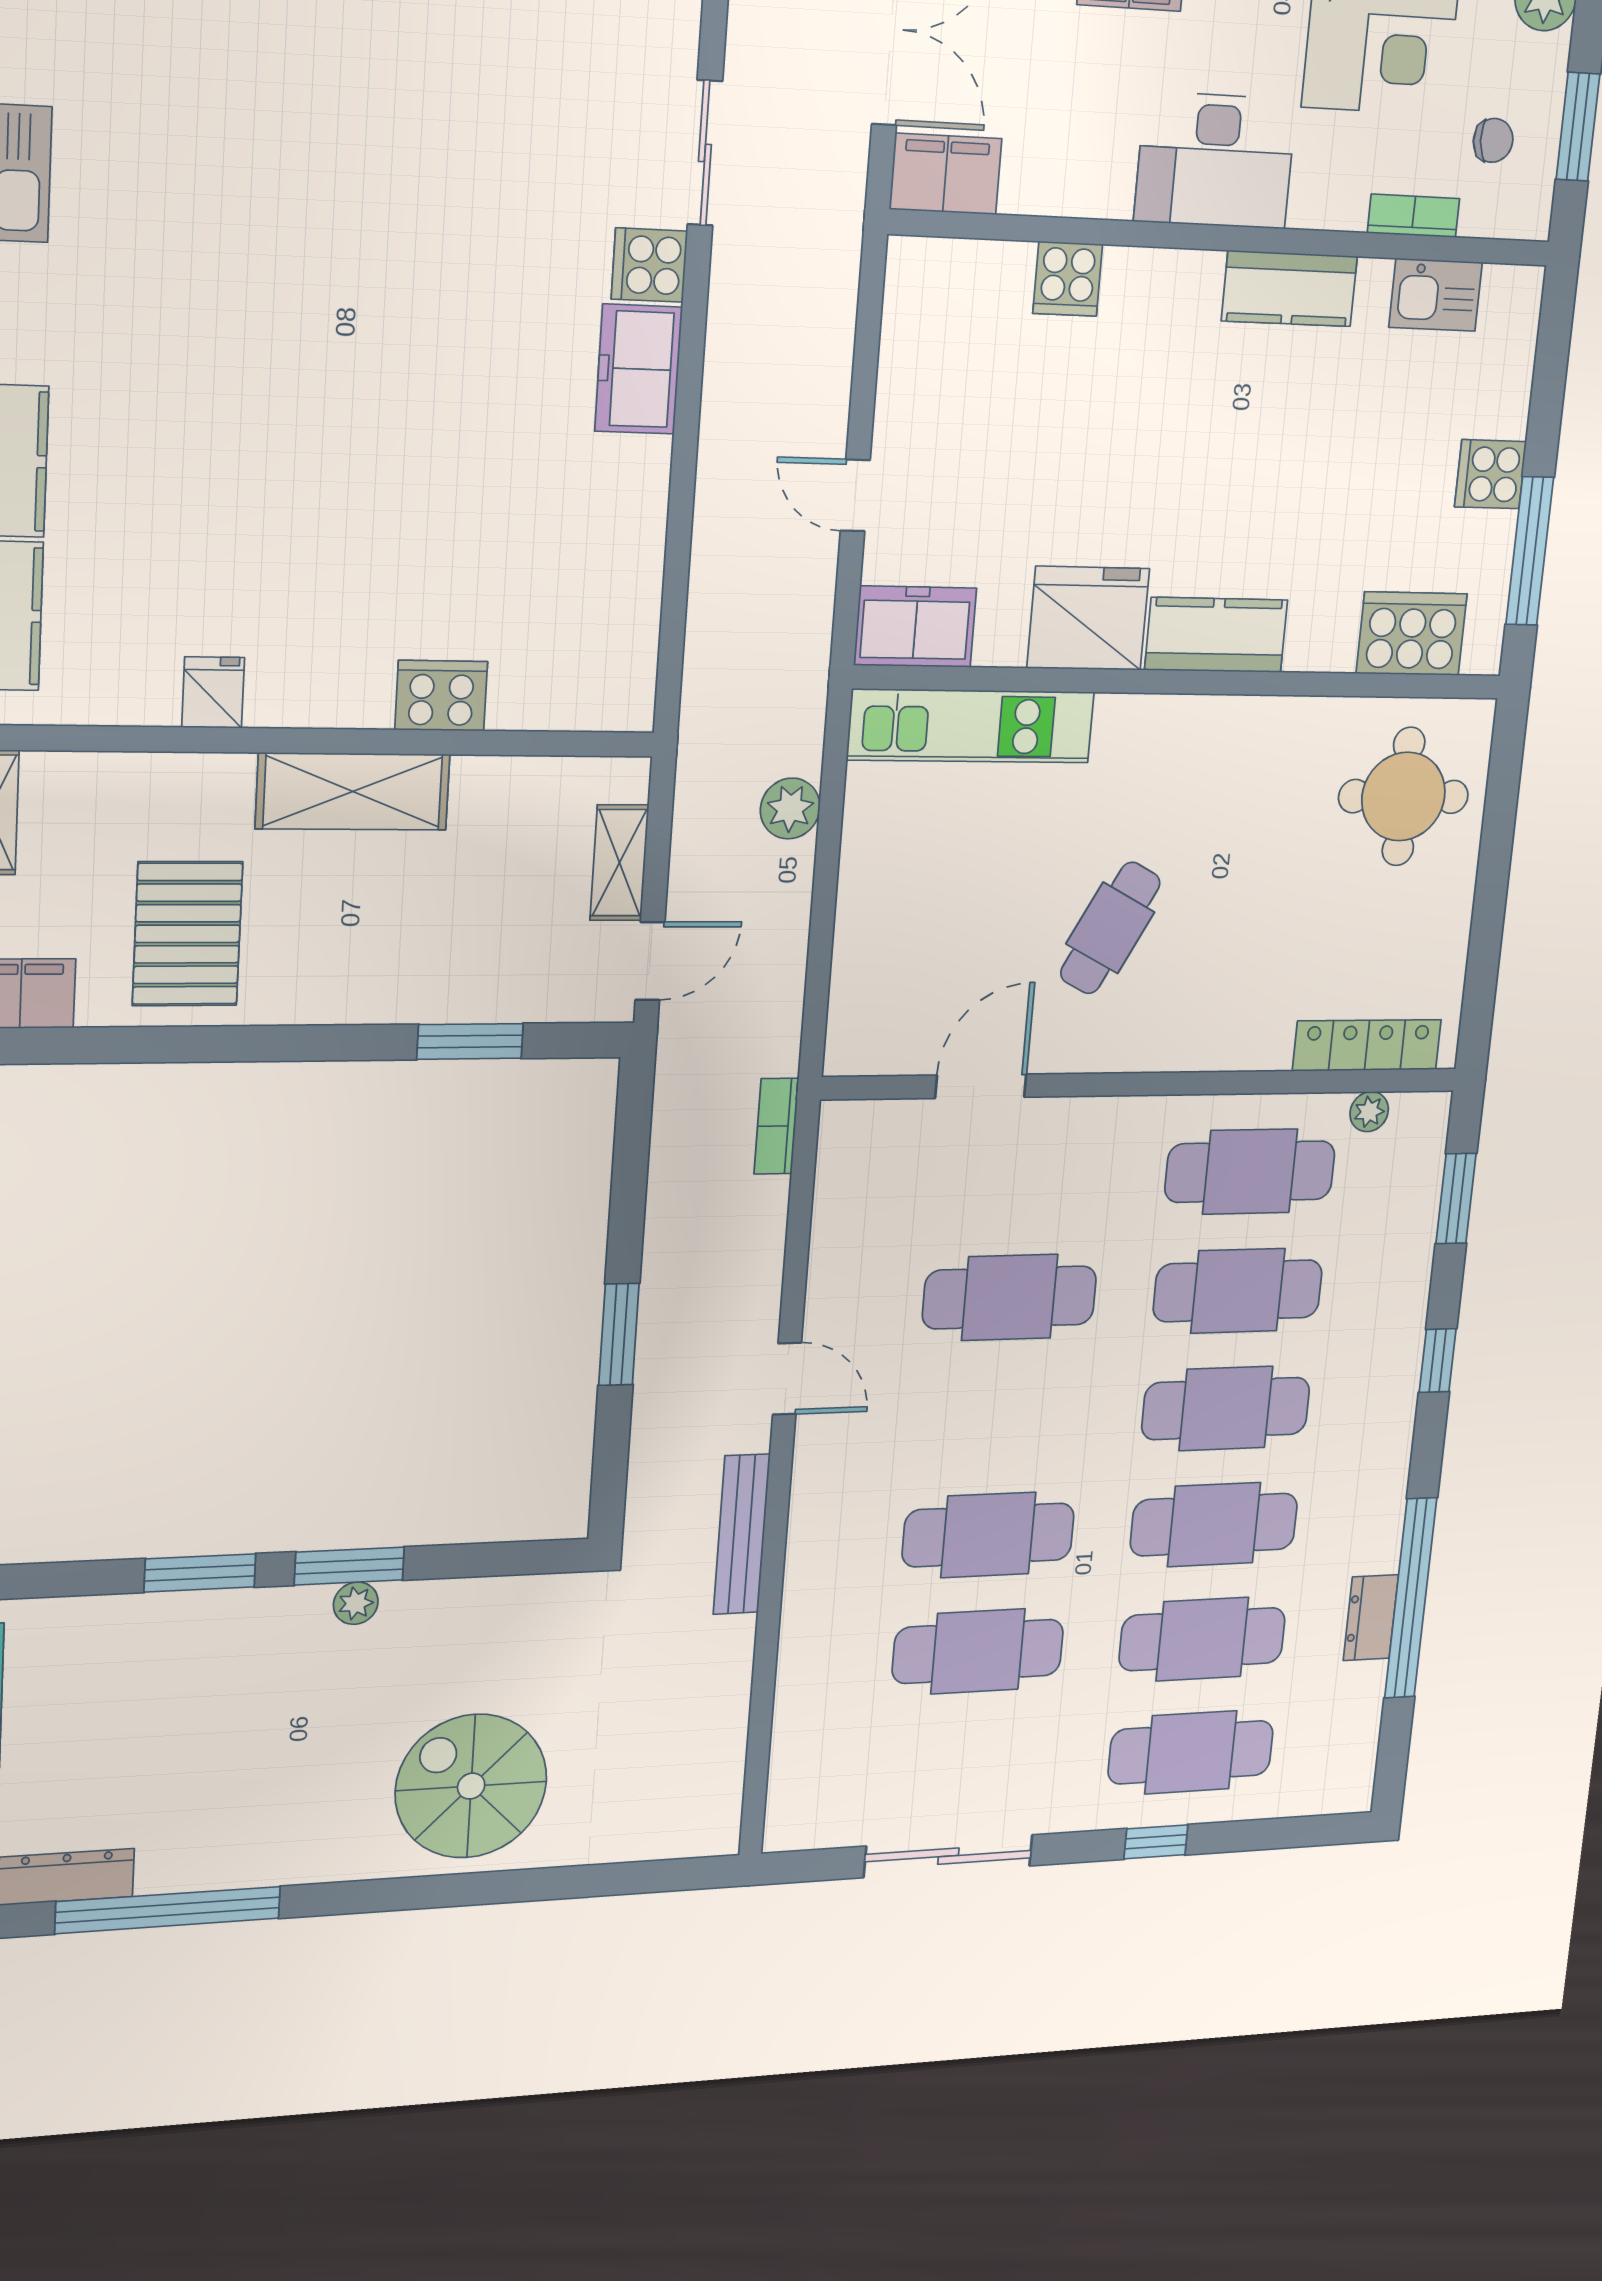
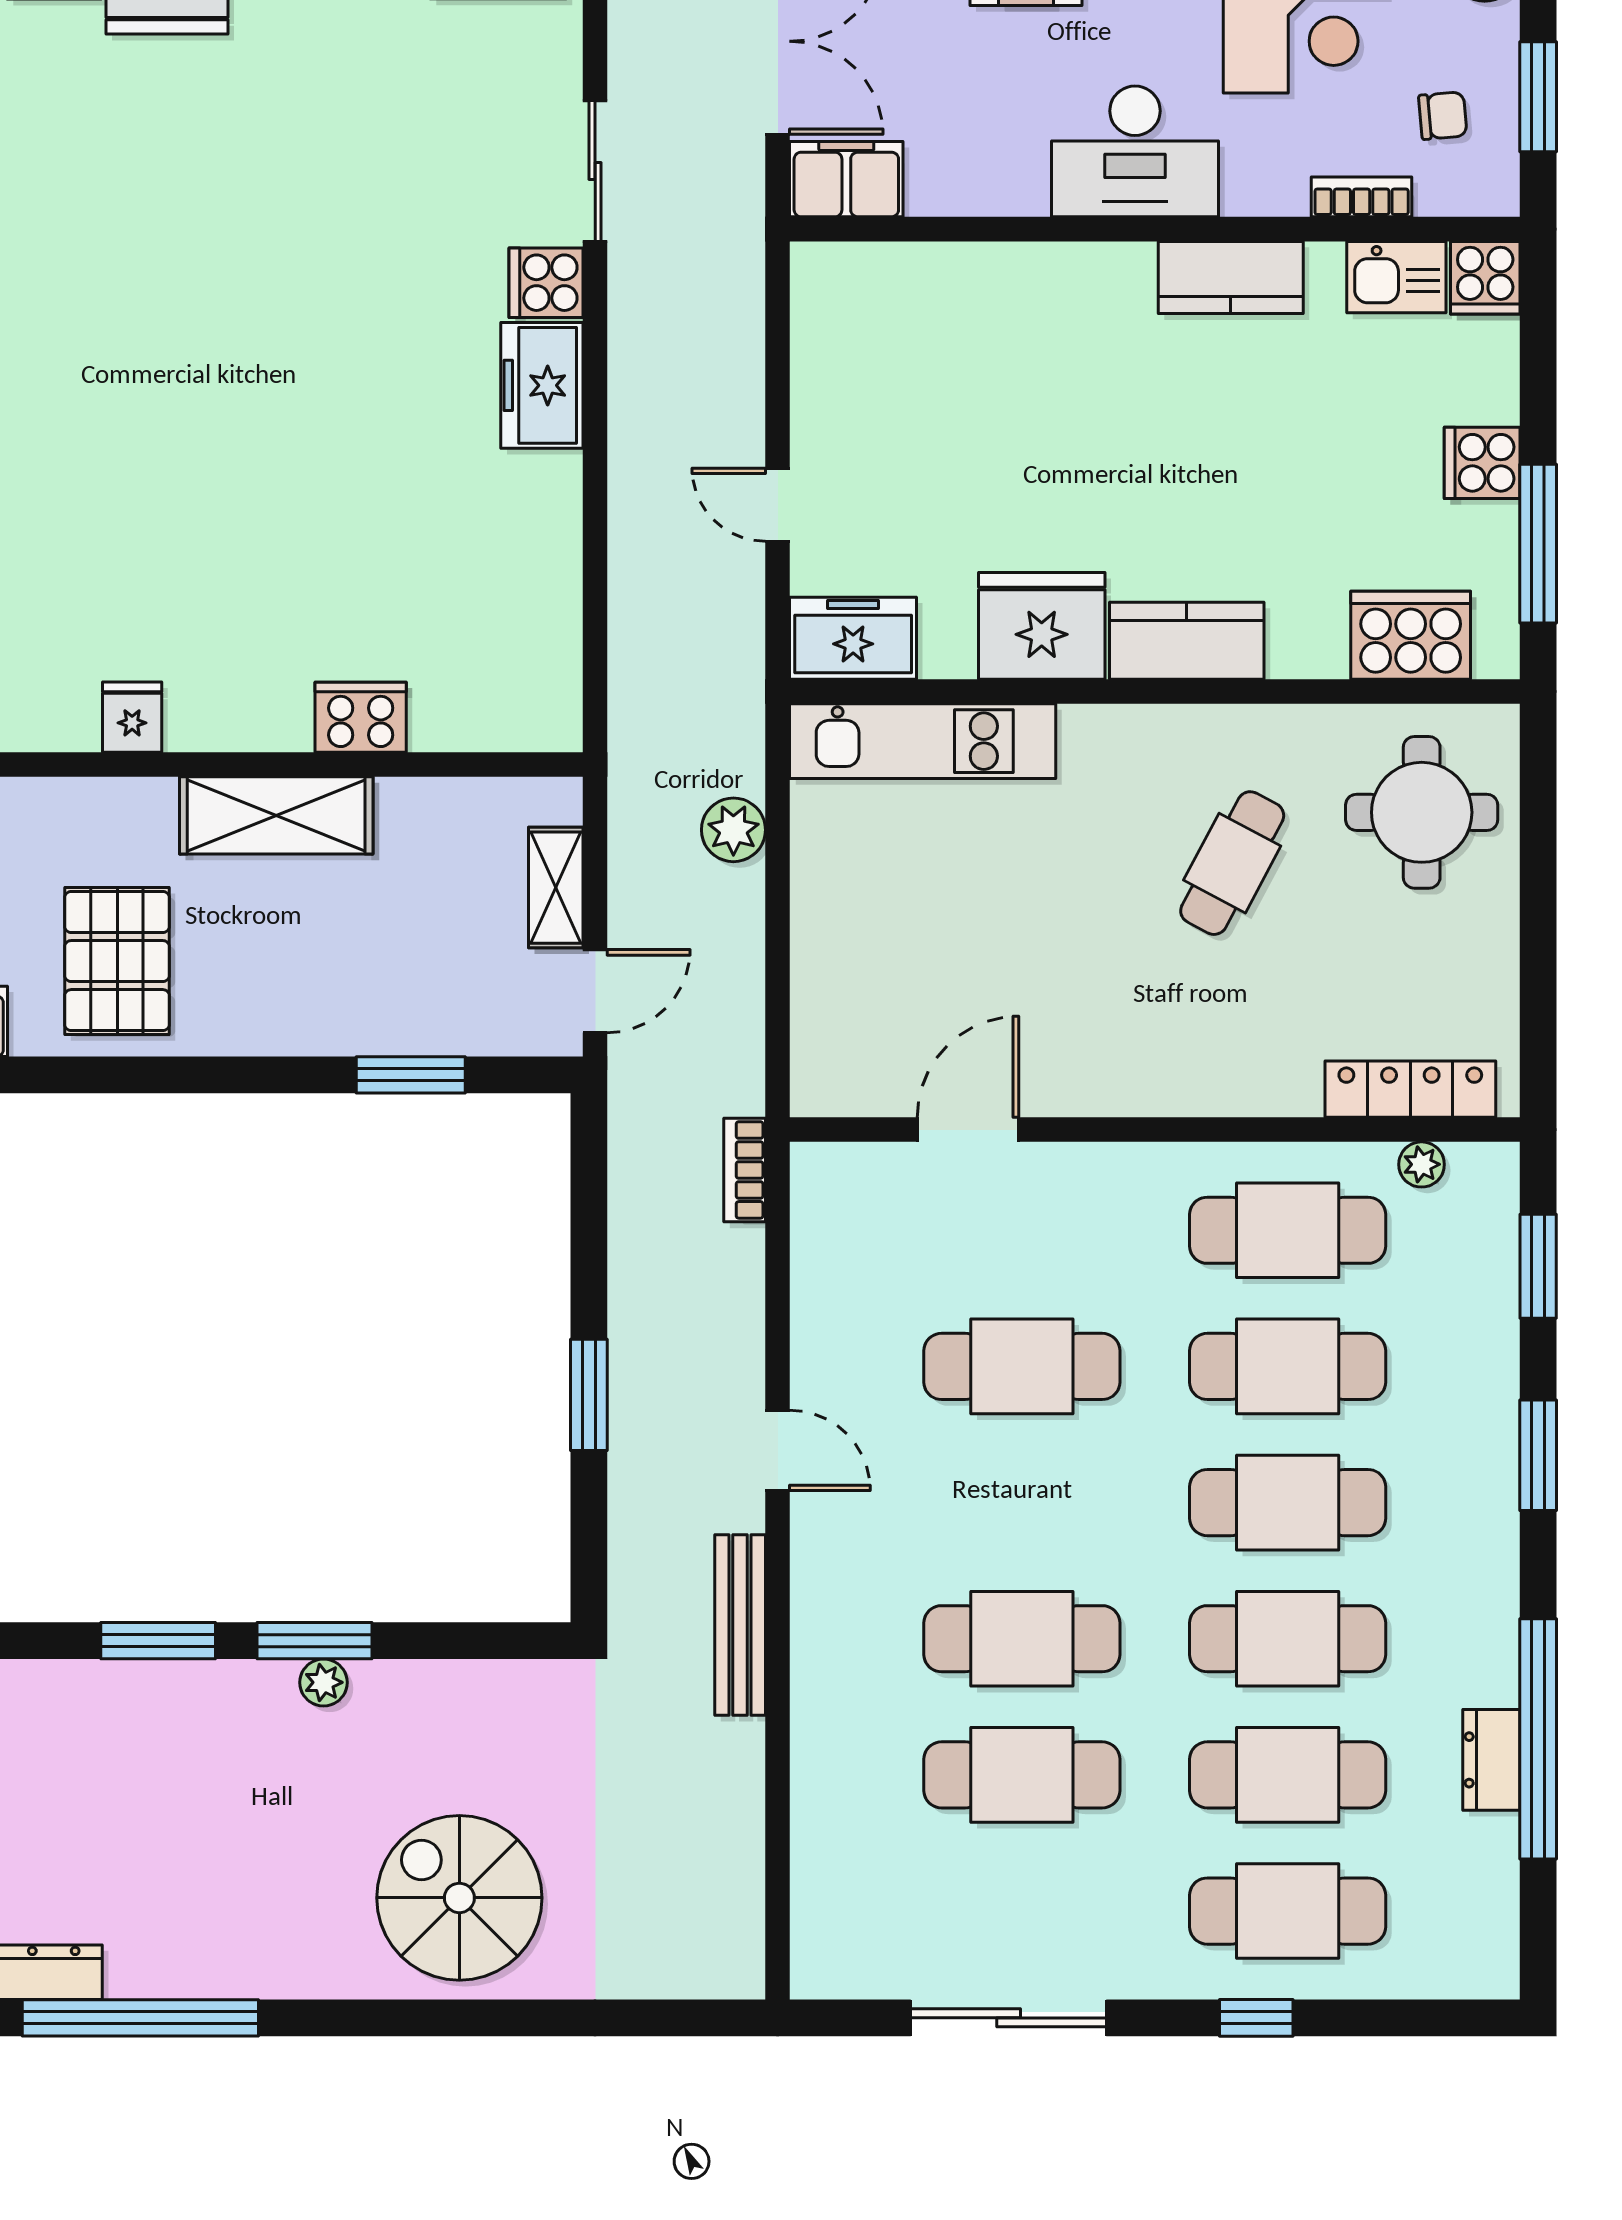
cooker: (1068, 279) -> (1485, 278), moved
cafe table: (1110, 928) -> (1232, 863), moved
window: (1438, 1361) -> (1538, 1455), width x1.50

